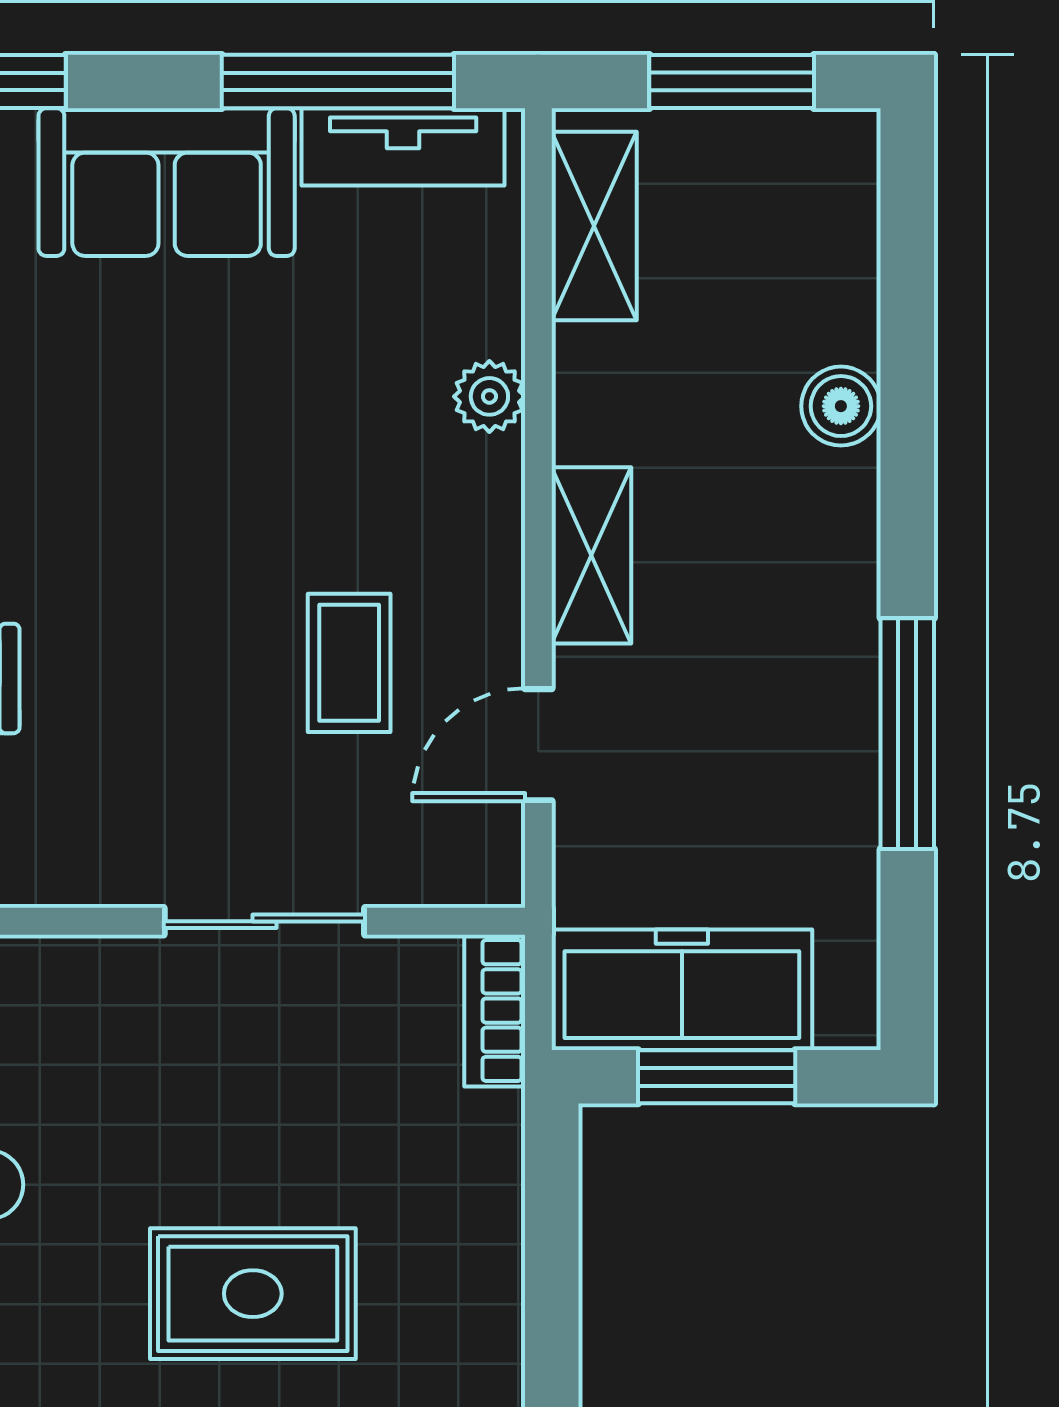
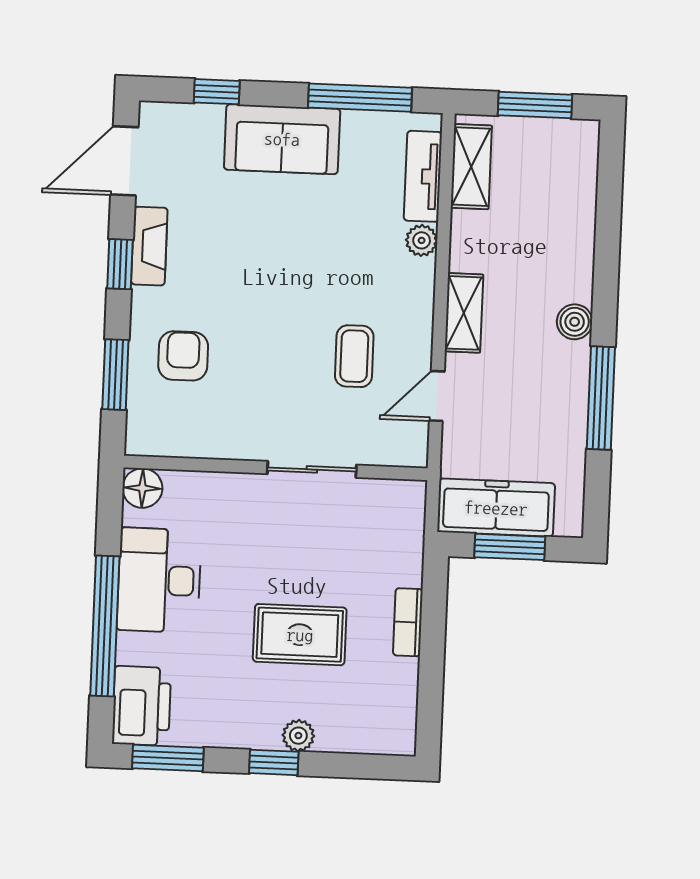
tv unit: (403, 147) -> (423, 176), moved, turned 90
boiler: (841, 406) -> (575, 322), moved
bookcase: (495, 1011) -> (408, 622), moved

